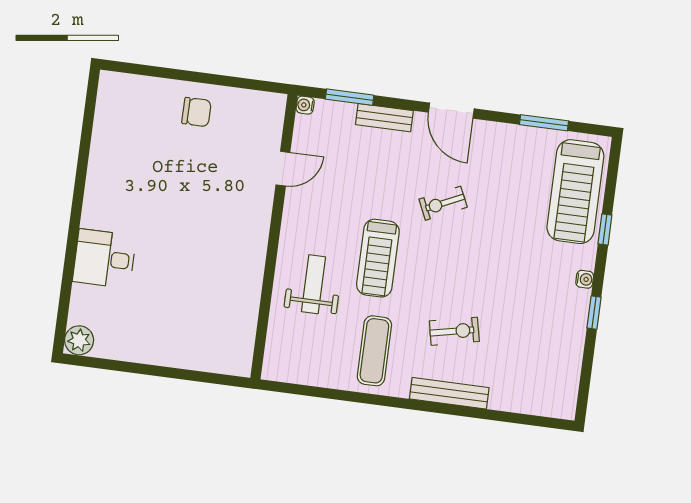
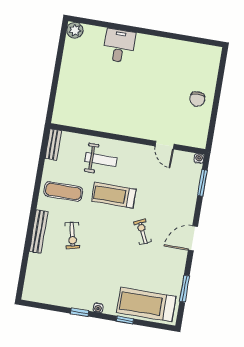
bench: (384, 118) -> (53, 145), moved

